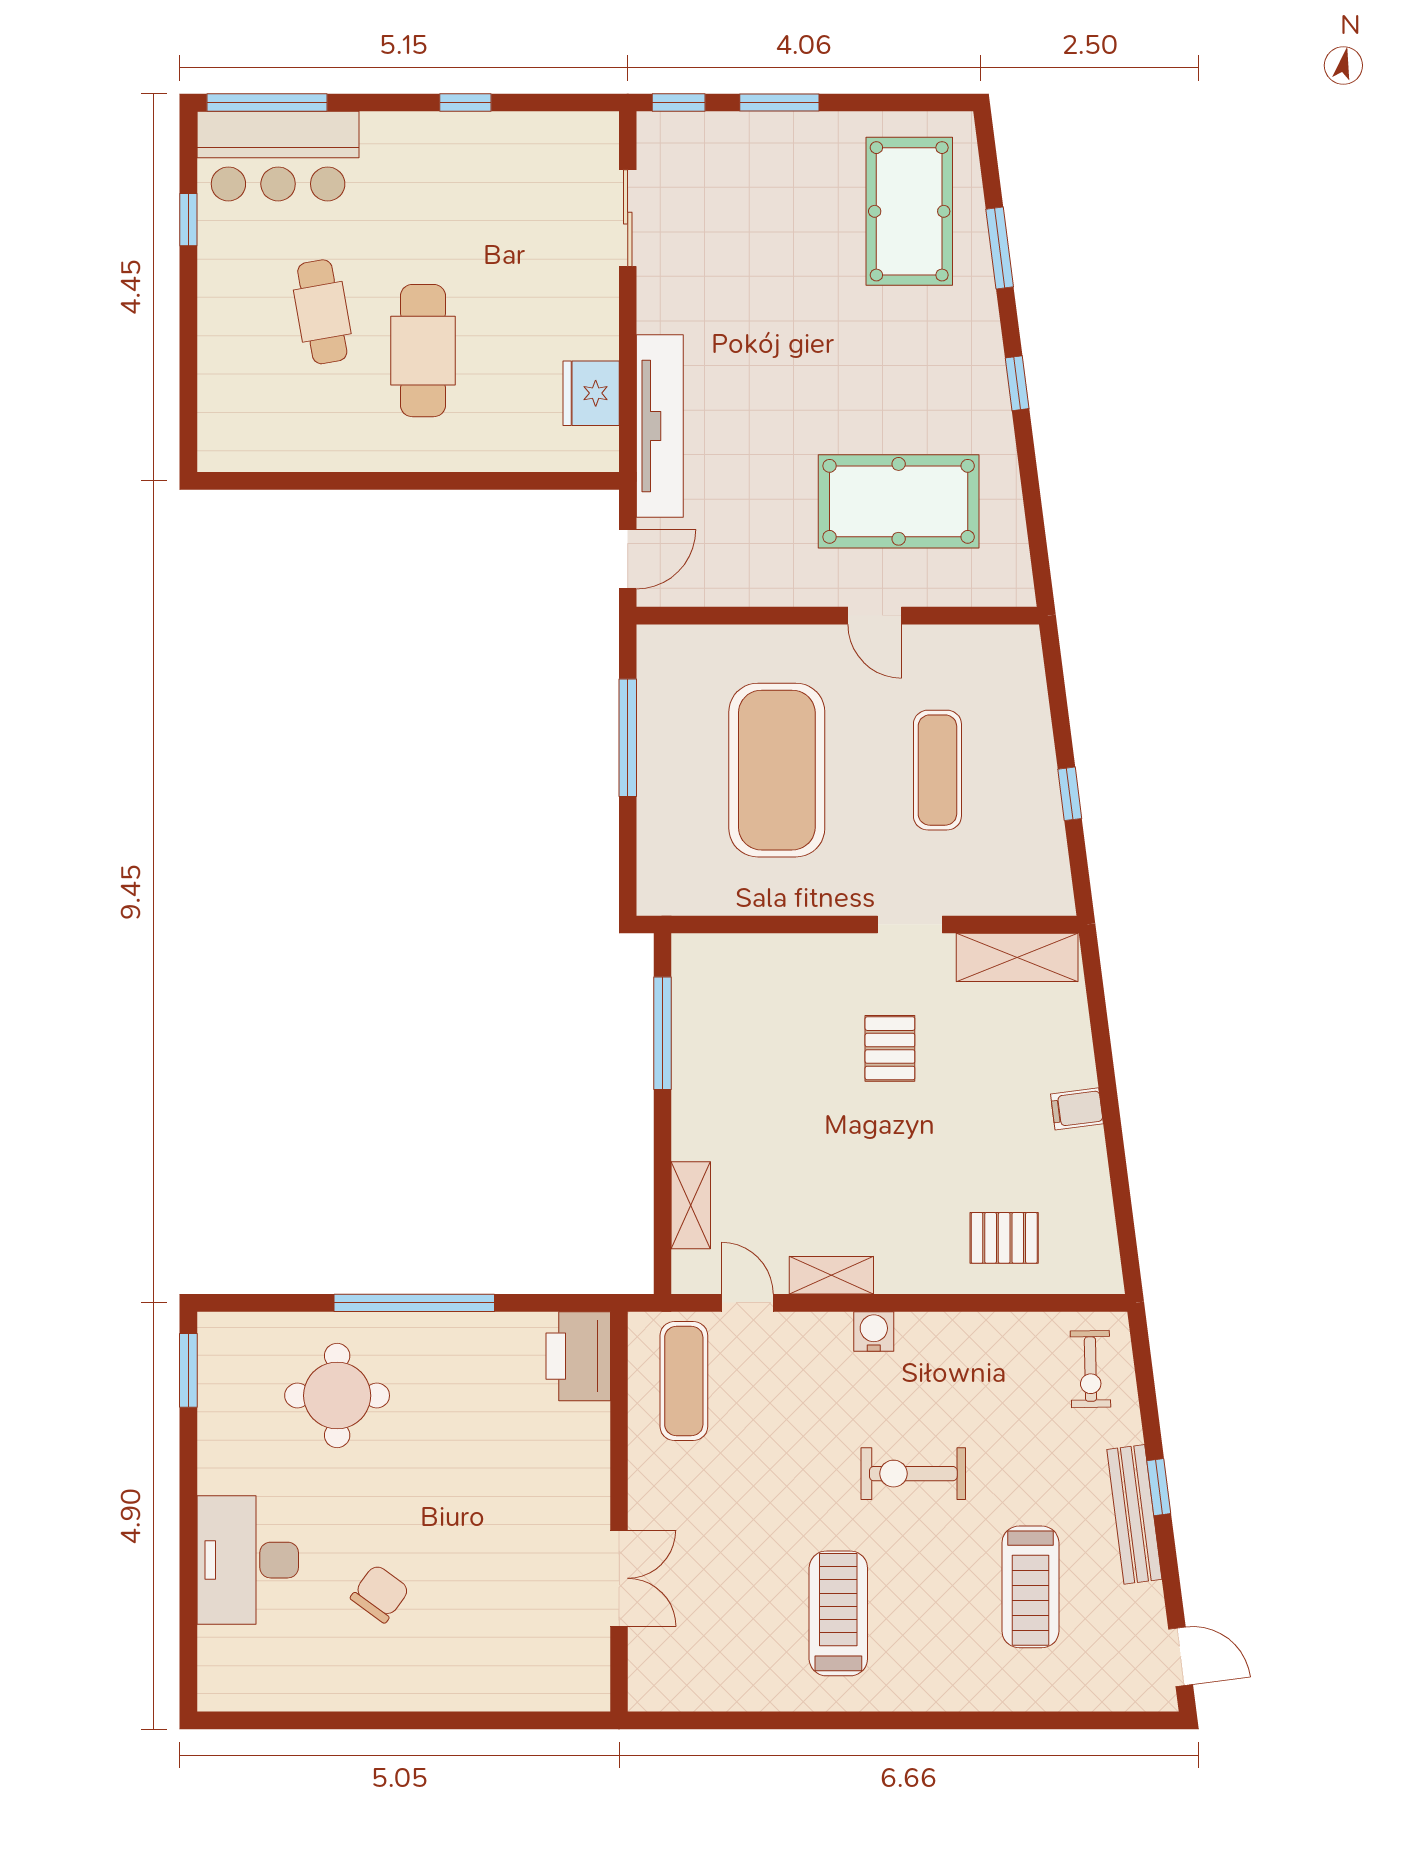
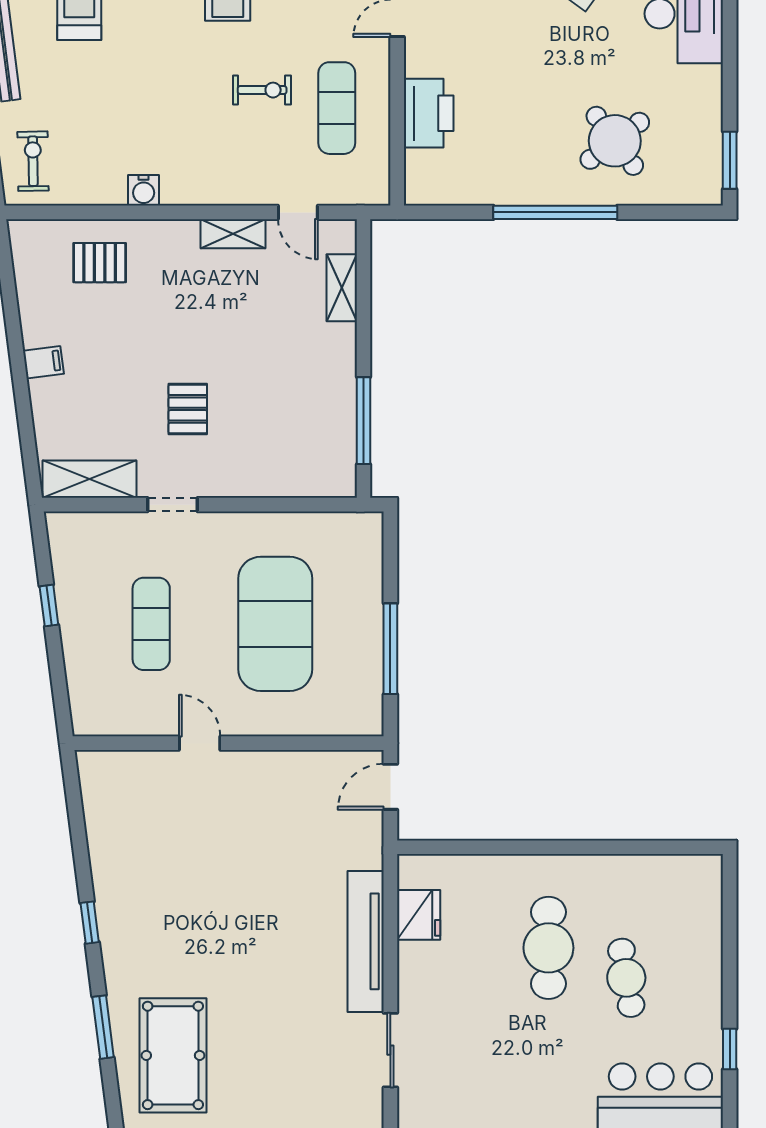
tv unit: (660, 426) -> (366, 941), moved
pool table: (899, 501) -> (181, 831), removed
water cooler: (874, 1331) -> (144, 190), moved
printer: (578, 1356) -> (429, 113), moved
exercise mat: (684, 1381) -> (337, 108), moved
round table: (337, 1396) -> (615, 141), turned -37
exercise bike: (913, 1474) -> (262, 90), moved, width x0.73, depth x0.72

